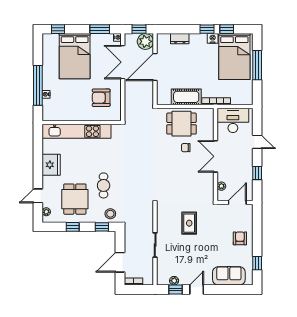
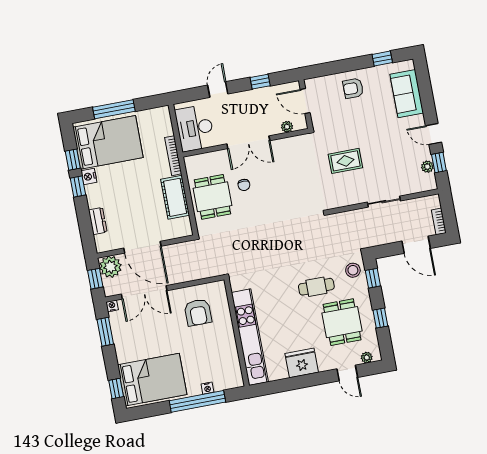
bed: (75, 56) -> (152, 380), moved
dining table: (75, 199) -> (342, 322), turned 90

